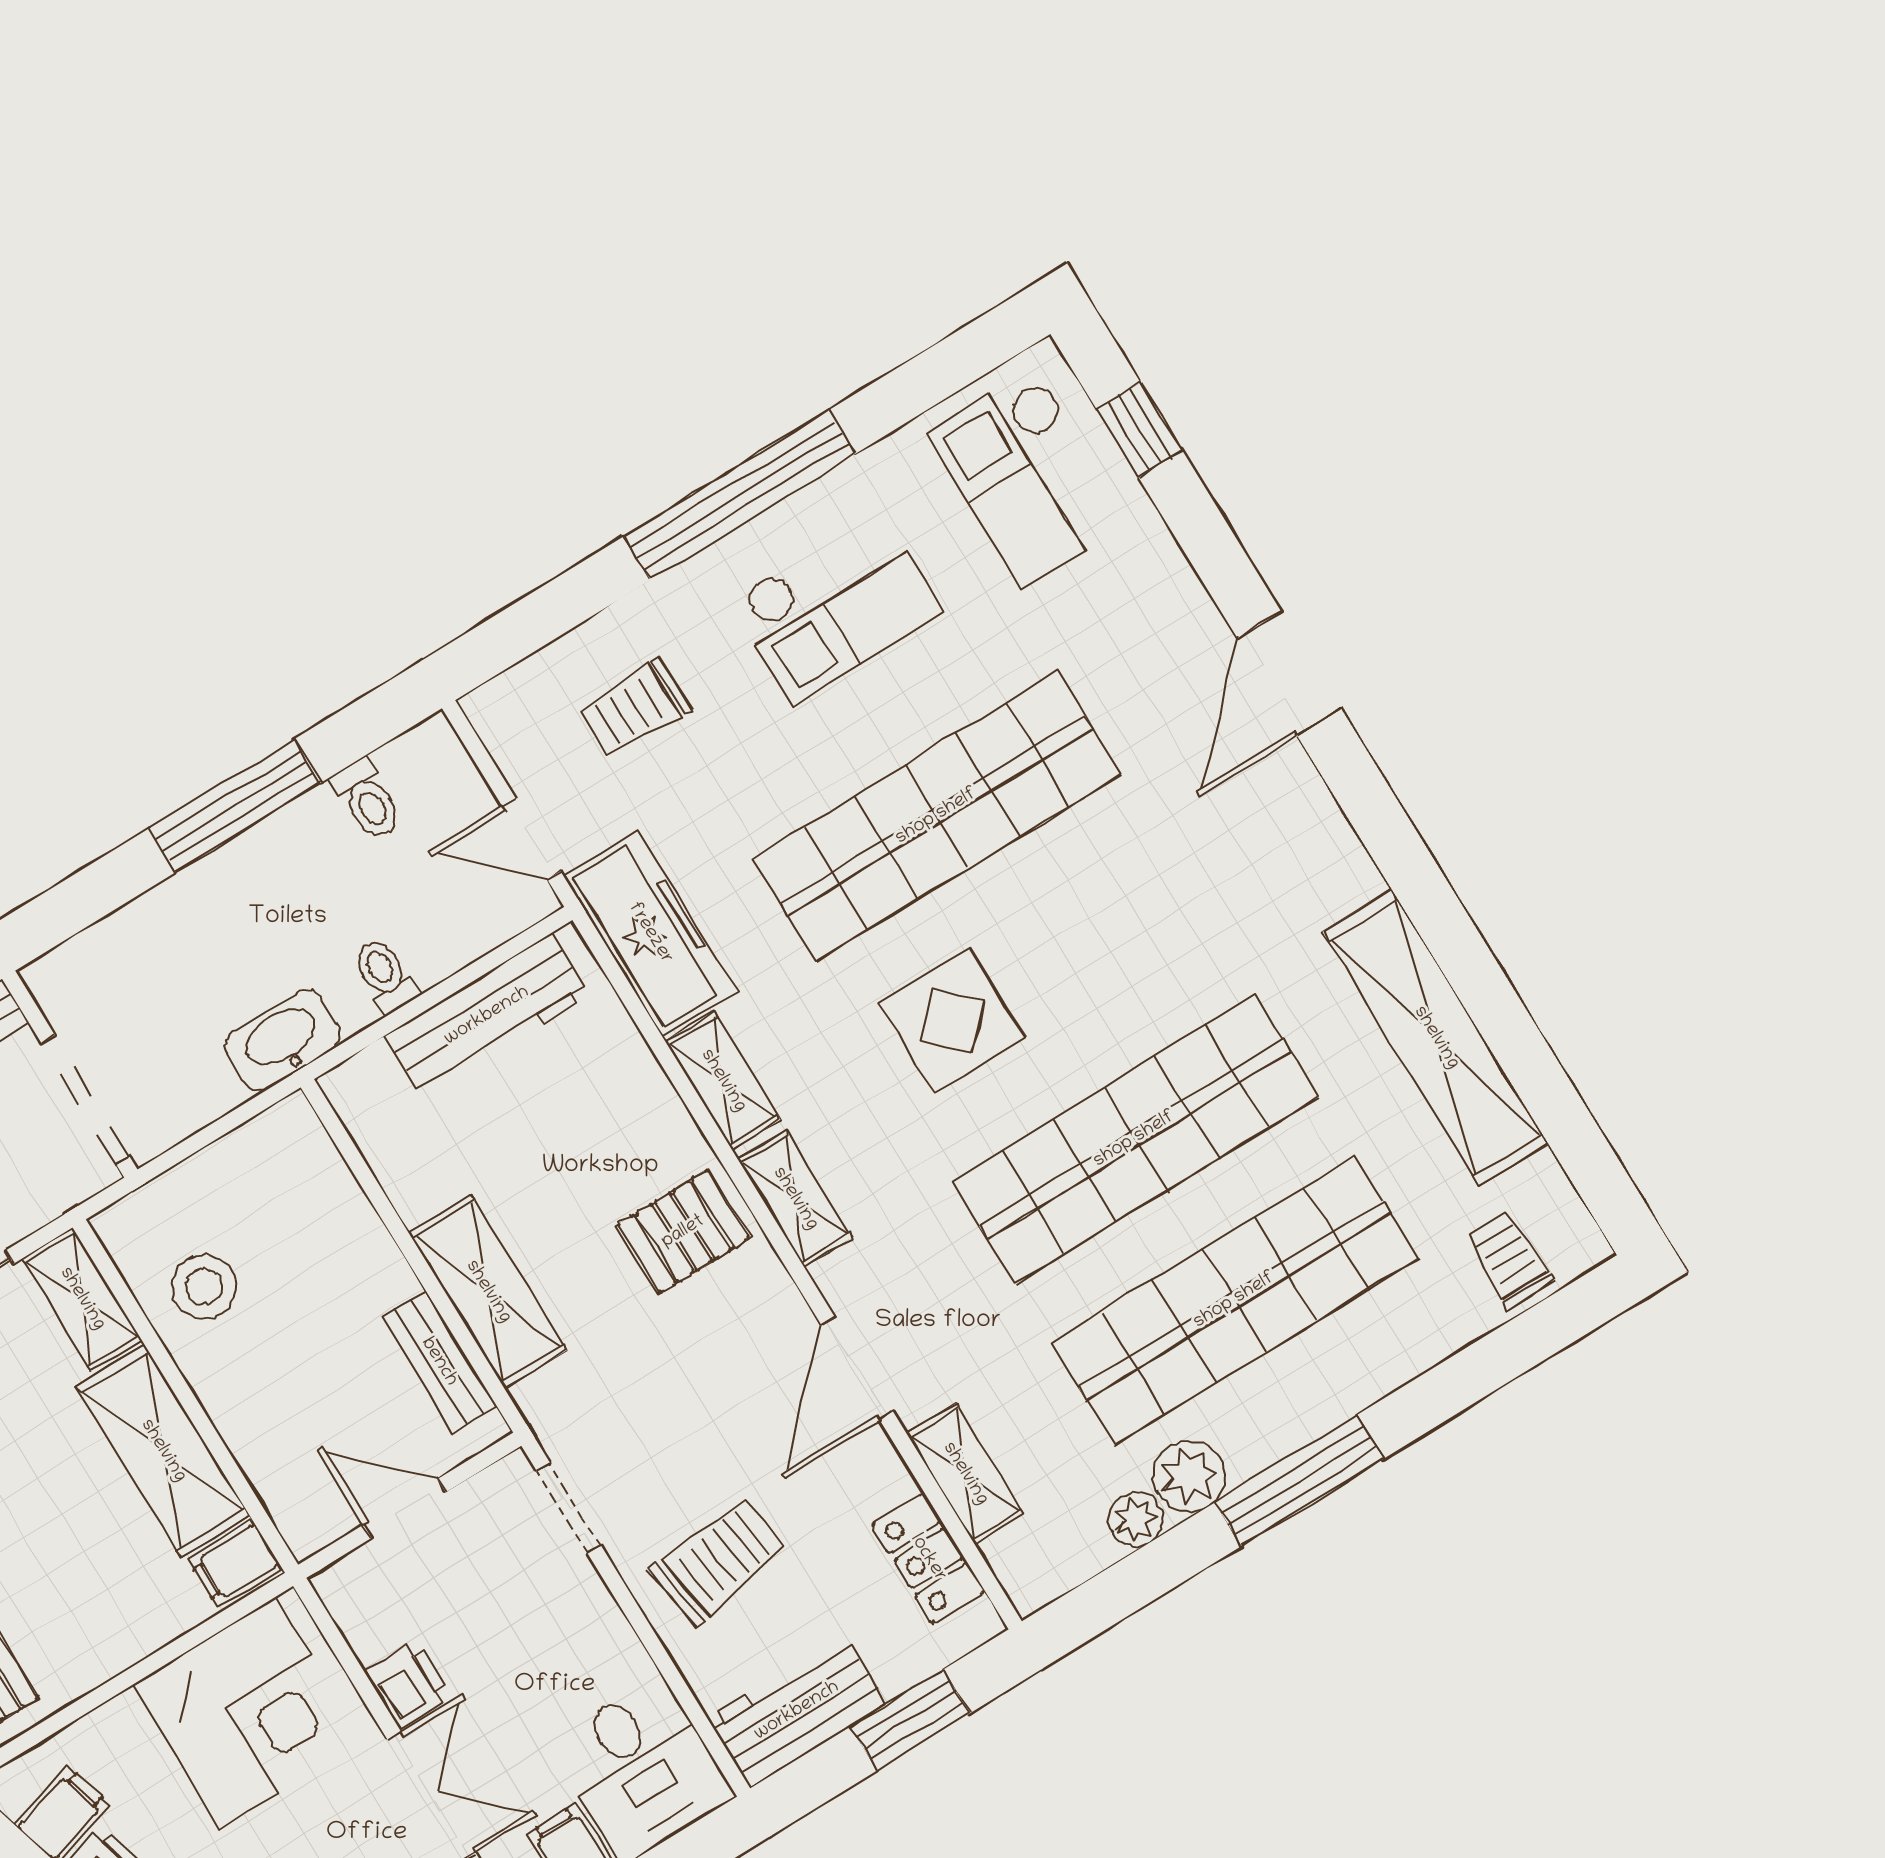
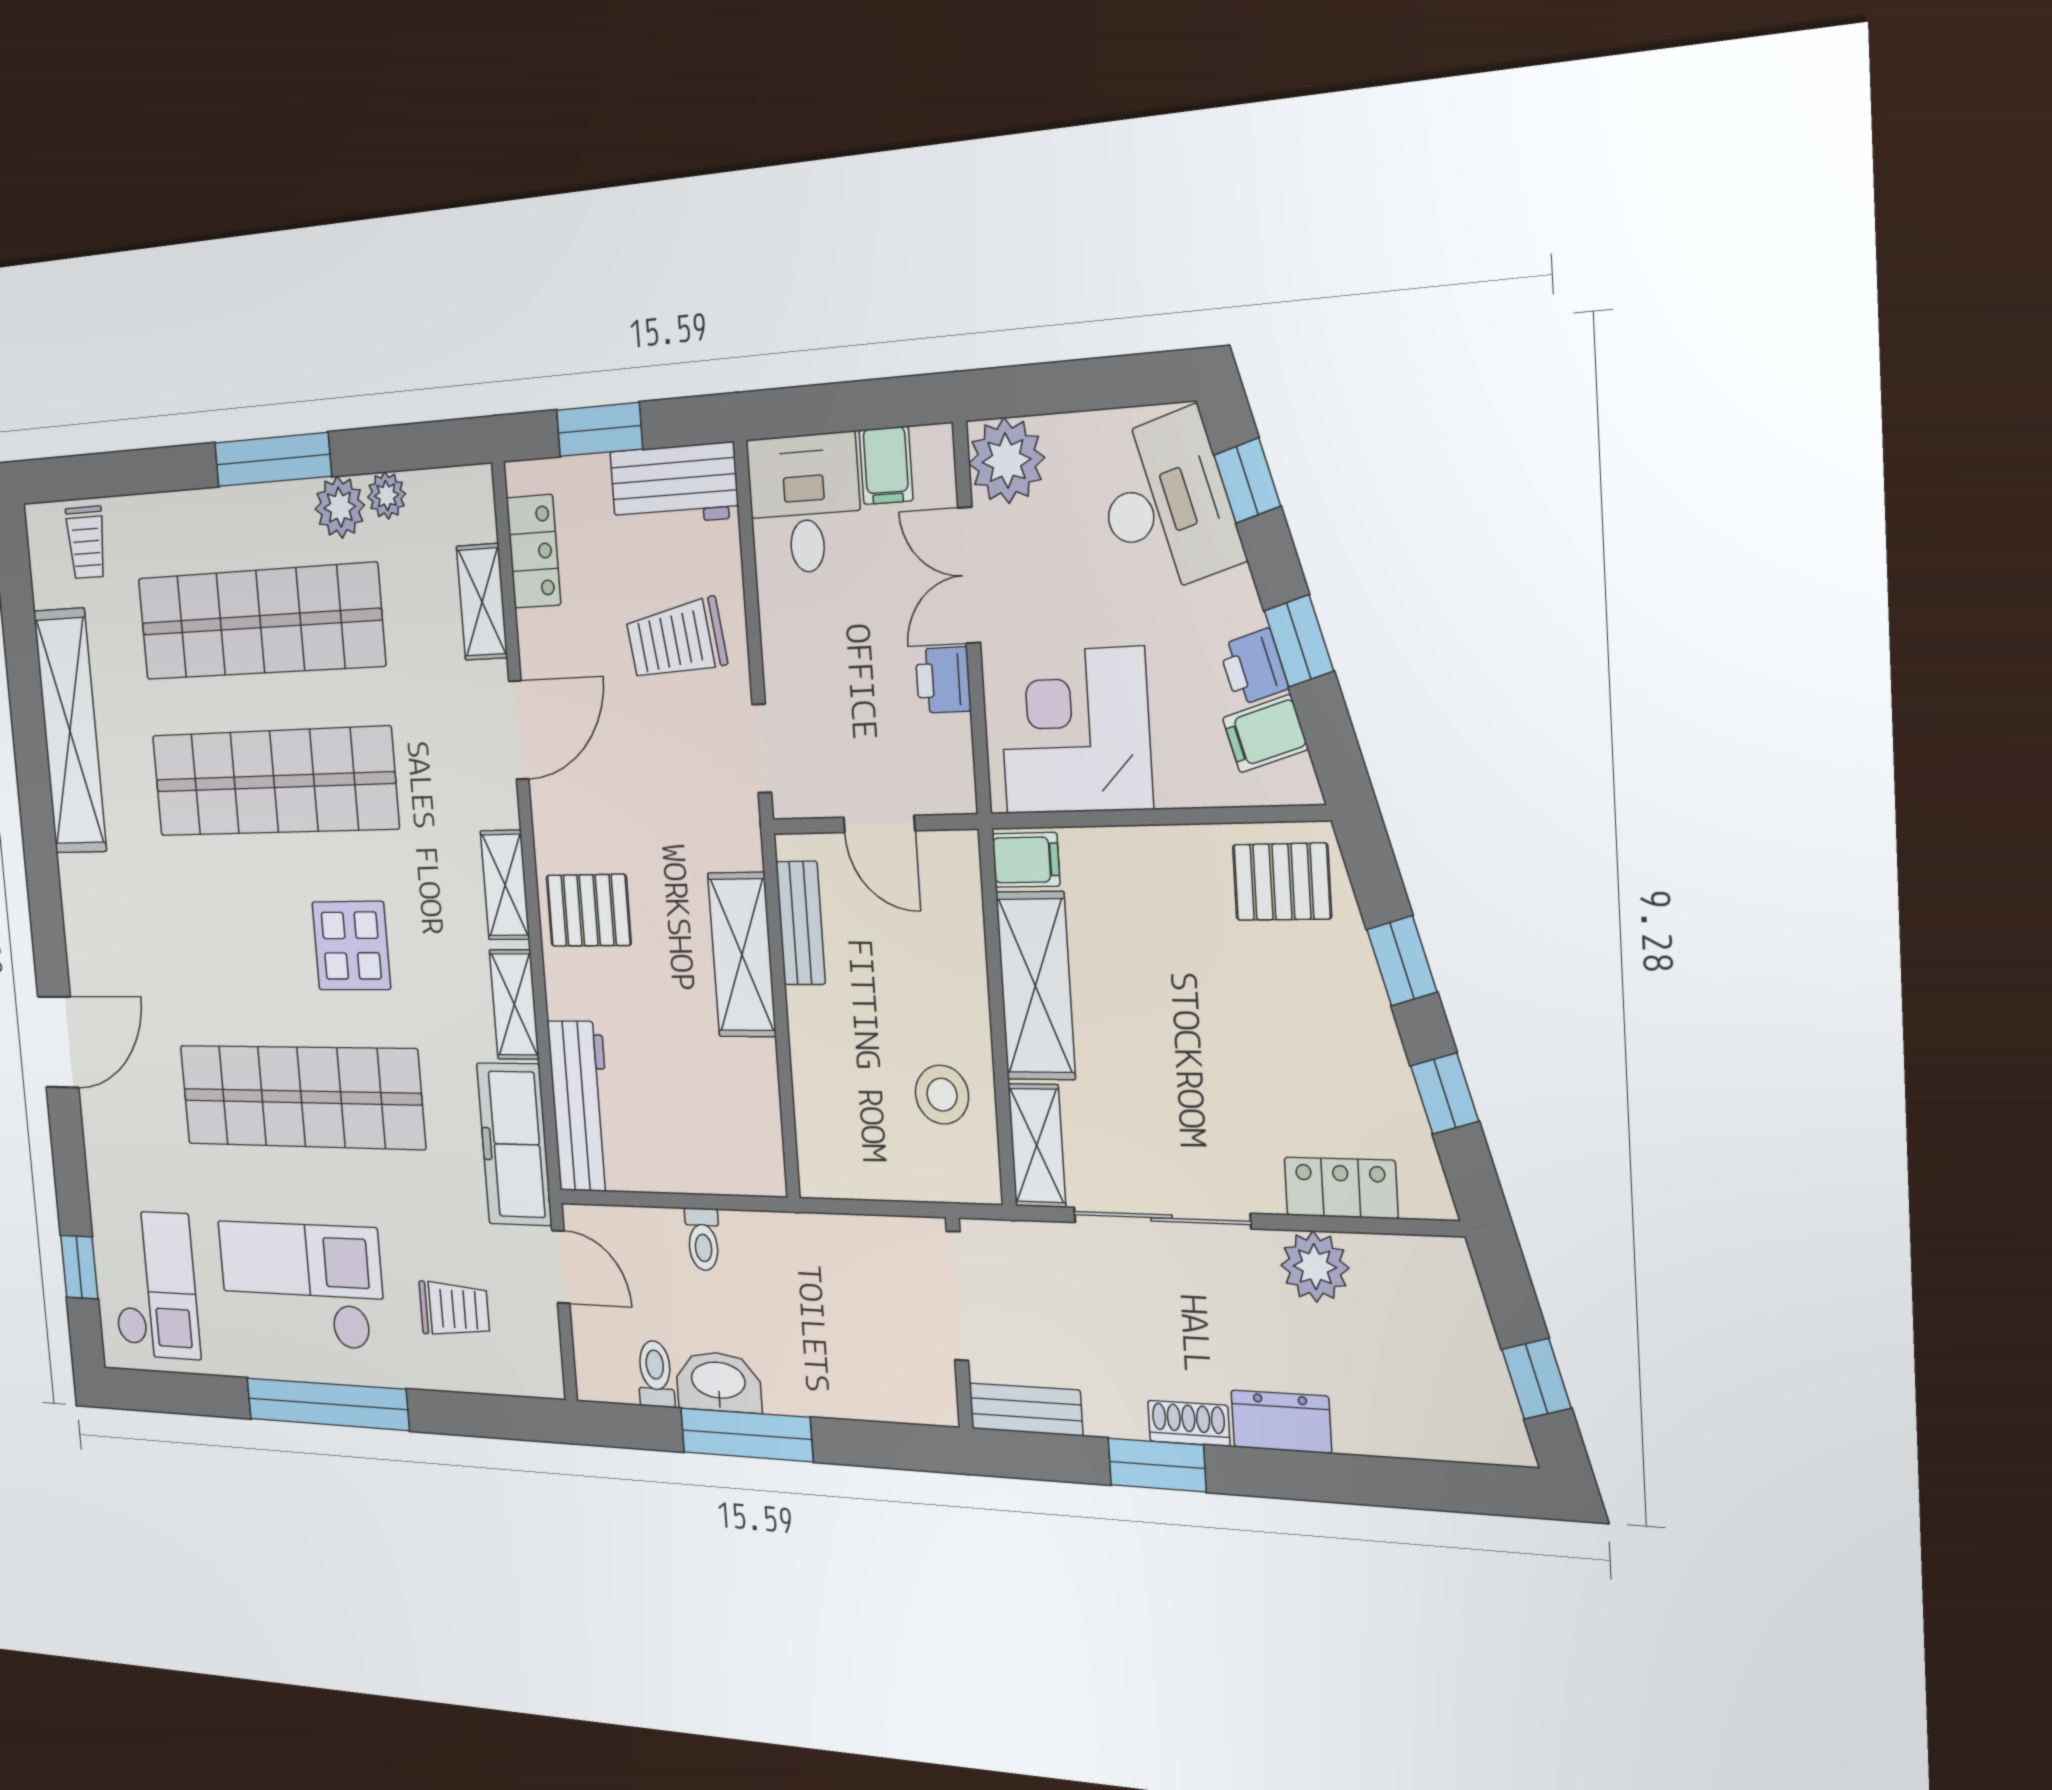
checkout: (836, 607) -> (302, 1285), width x1.36, depth x1.21
workbench: (487, 1016) -> (581, 1106), moved, turned 90
washbasin: (283, 1041) -> (718, 1382), moved, turned 180

